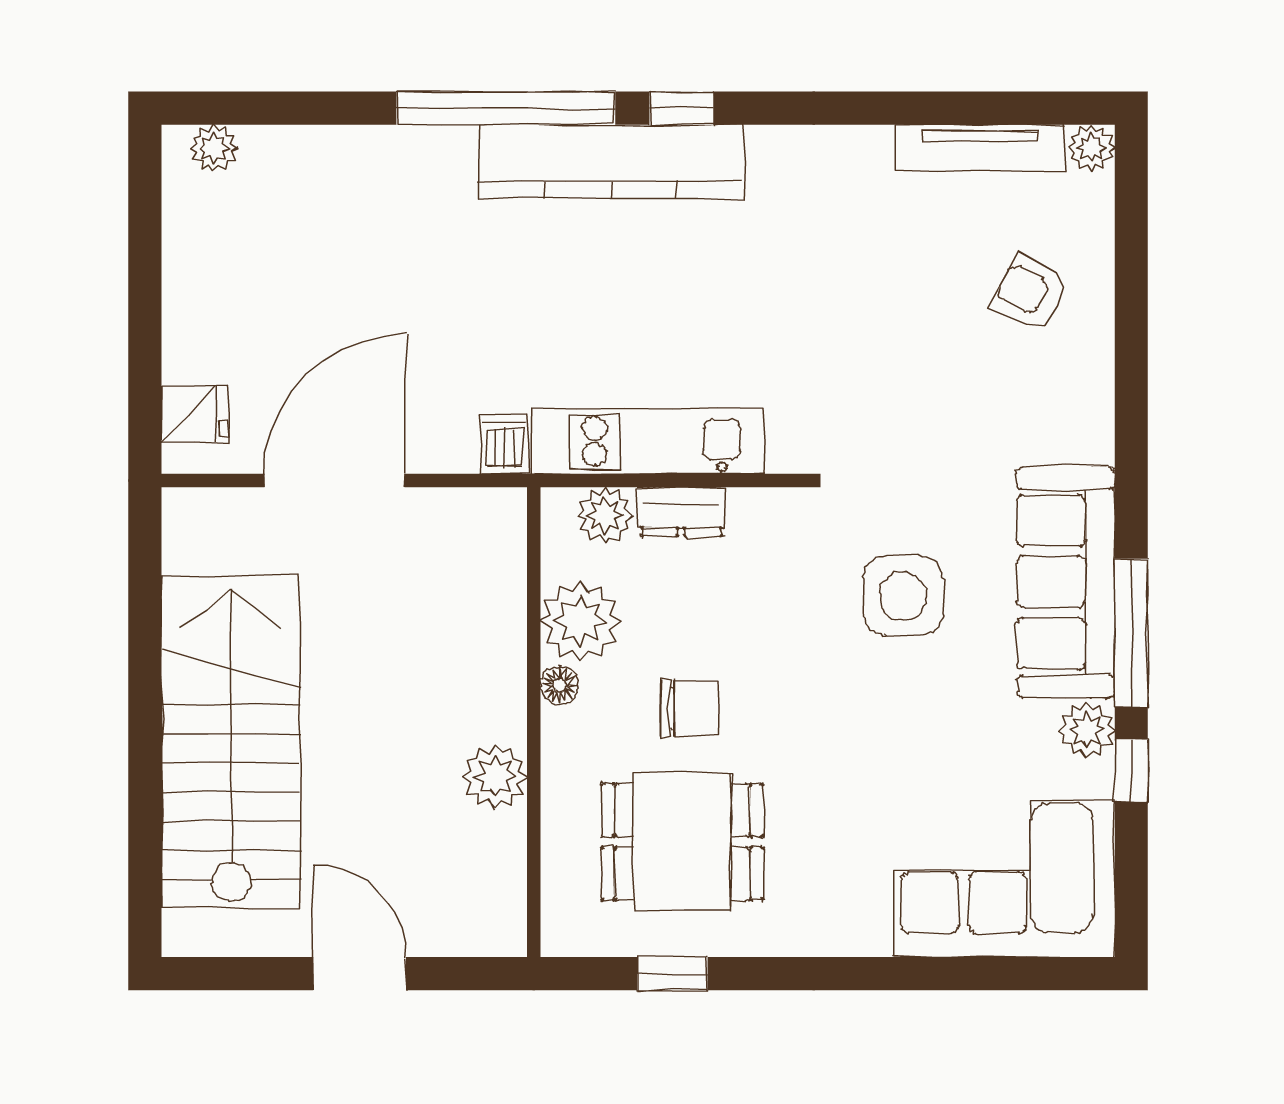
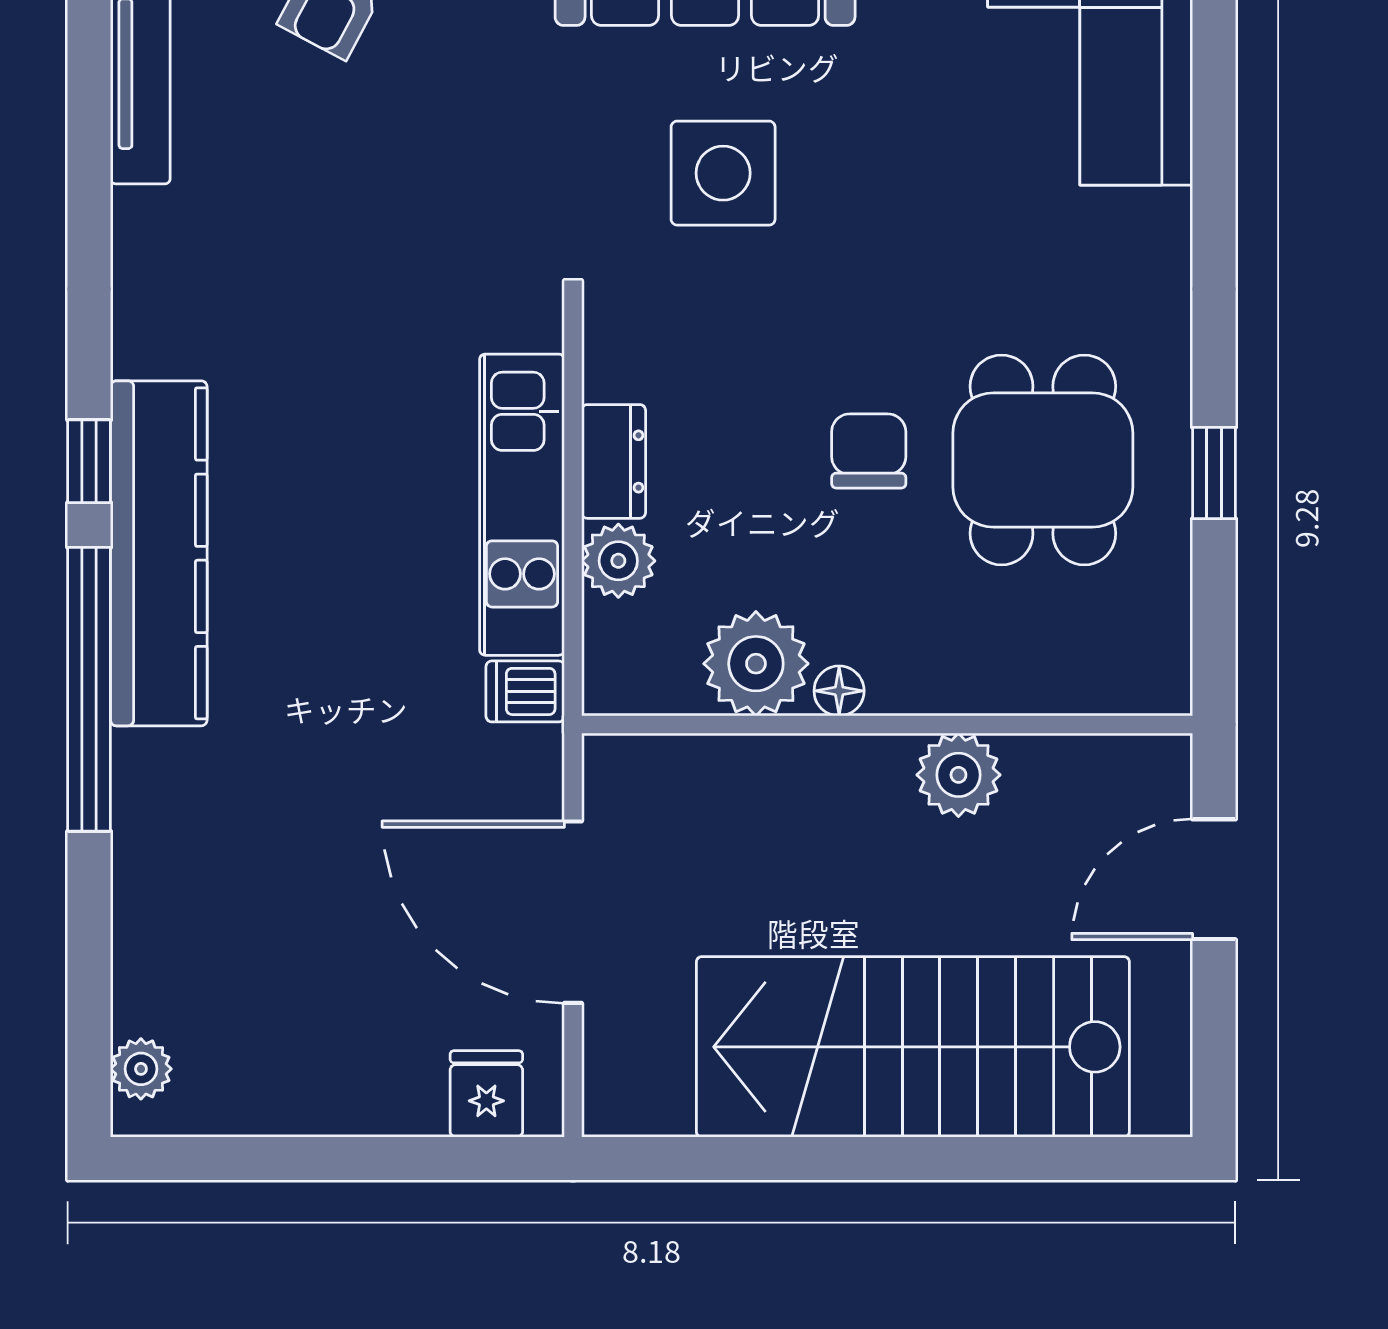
plant: (581, 621) -> (756, 664), moved
floor lamp: (560, 685) -> (839, 691), moved
wall: (534, 722) -> (887, 725), moved
plant: (495, 777) -> (958, 775), moved

